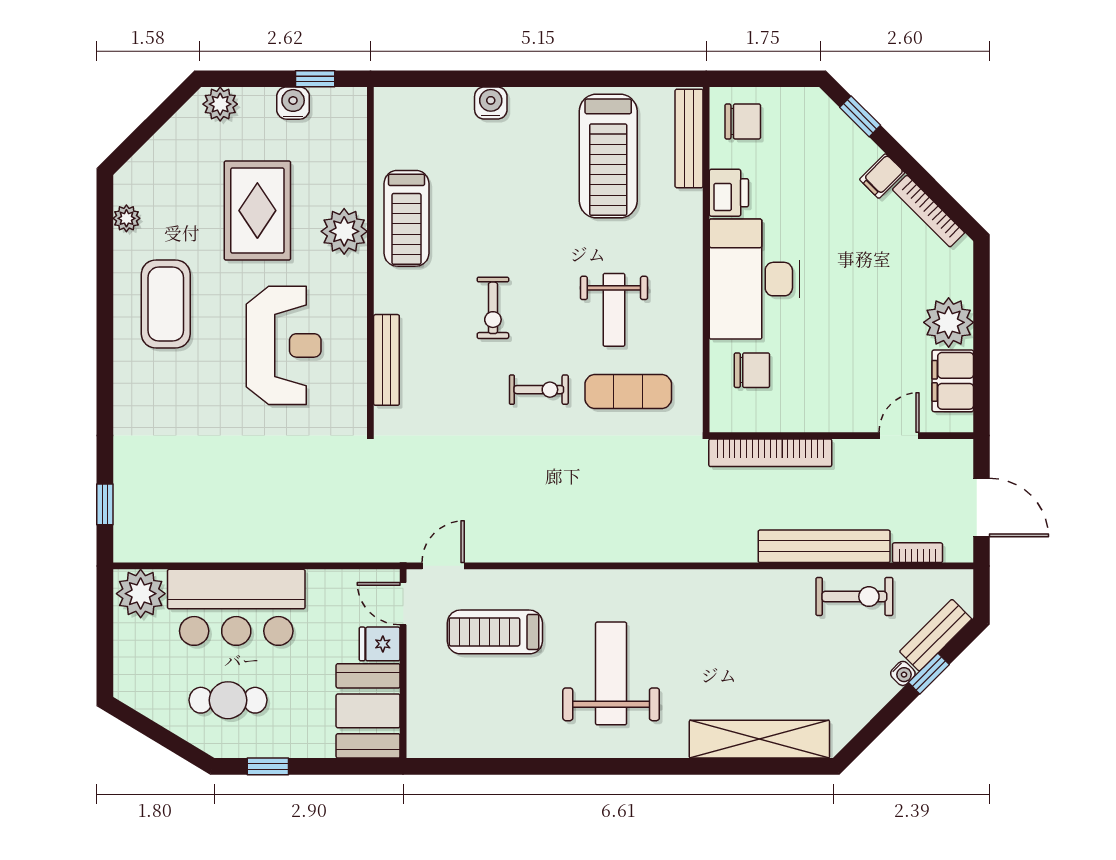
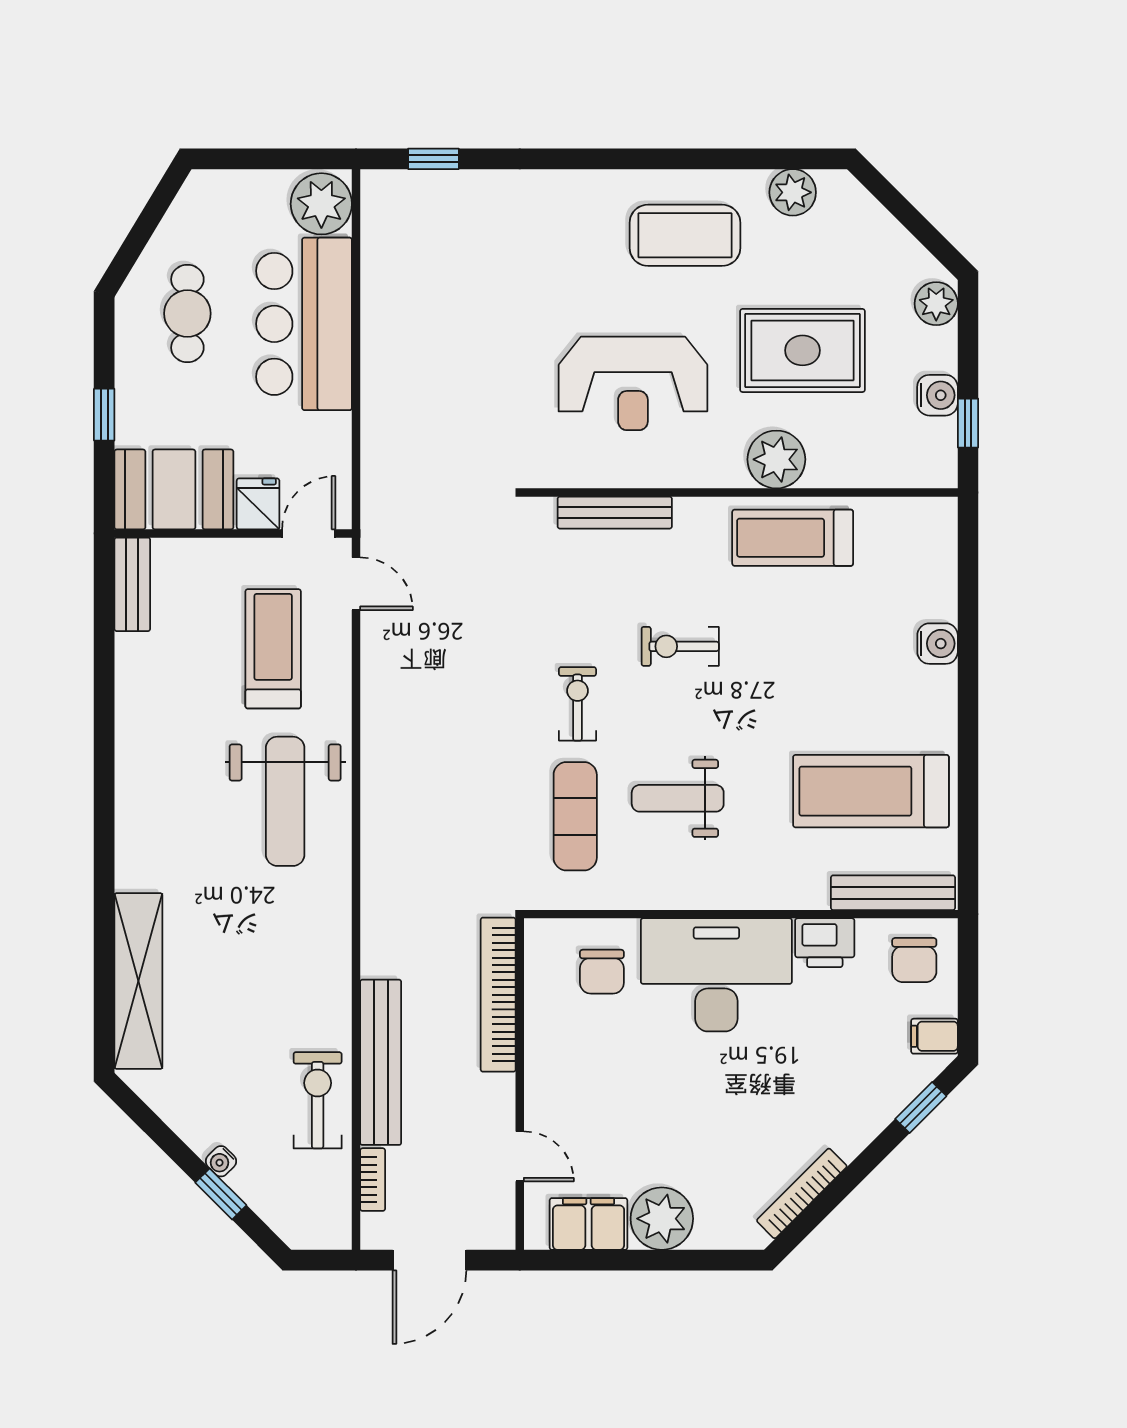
filing cabinet: (882, 176) -> (934, 1036), moved, turned -45
plant: (126, 218) -> (793, 192), width x1.38, depth x1.38
exercise bike: (539, 390) -> (577, 704), turned 180
exercise bike: (854, 597) -> (318, 1100), turned 180
bench: (936, 635) -> (132, 584), moved, turned 45
weight bench: (611, 673) -> (285, 801), moved, turned 90
window: (268, 766) -> (104, 415), moved

